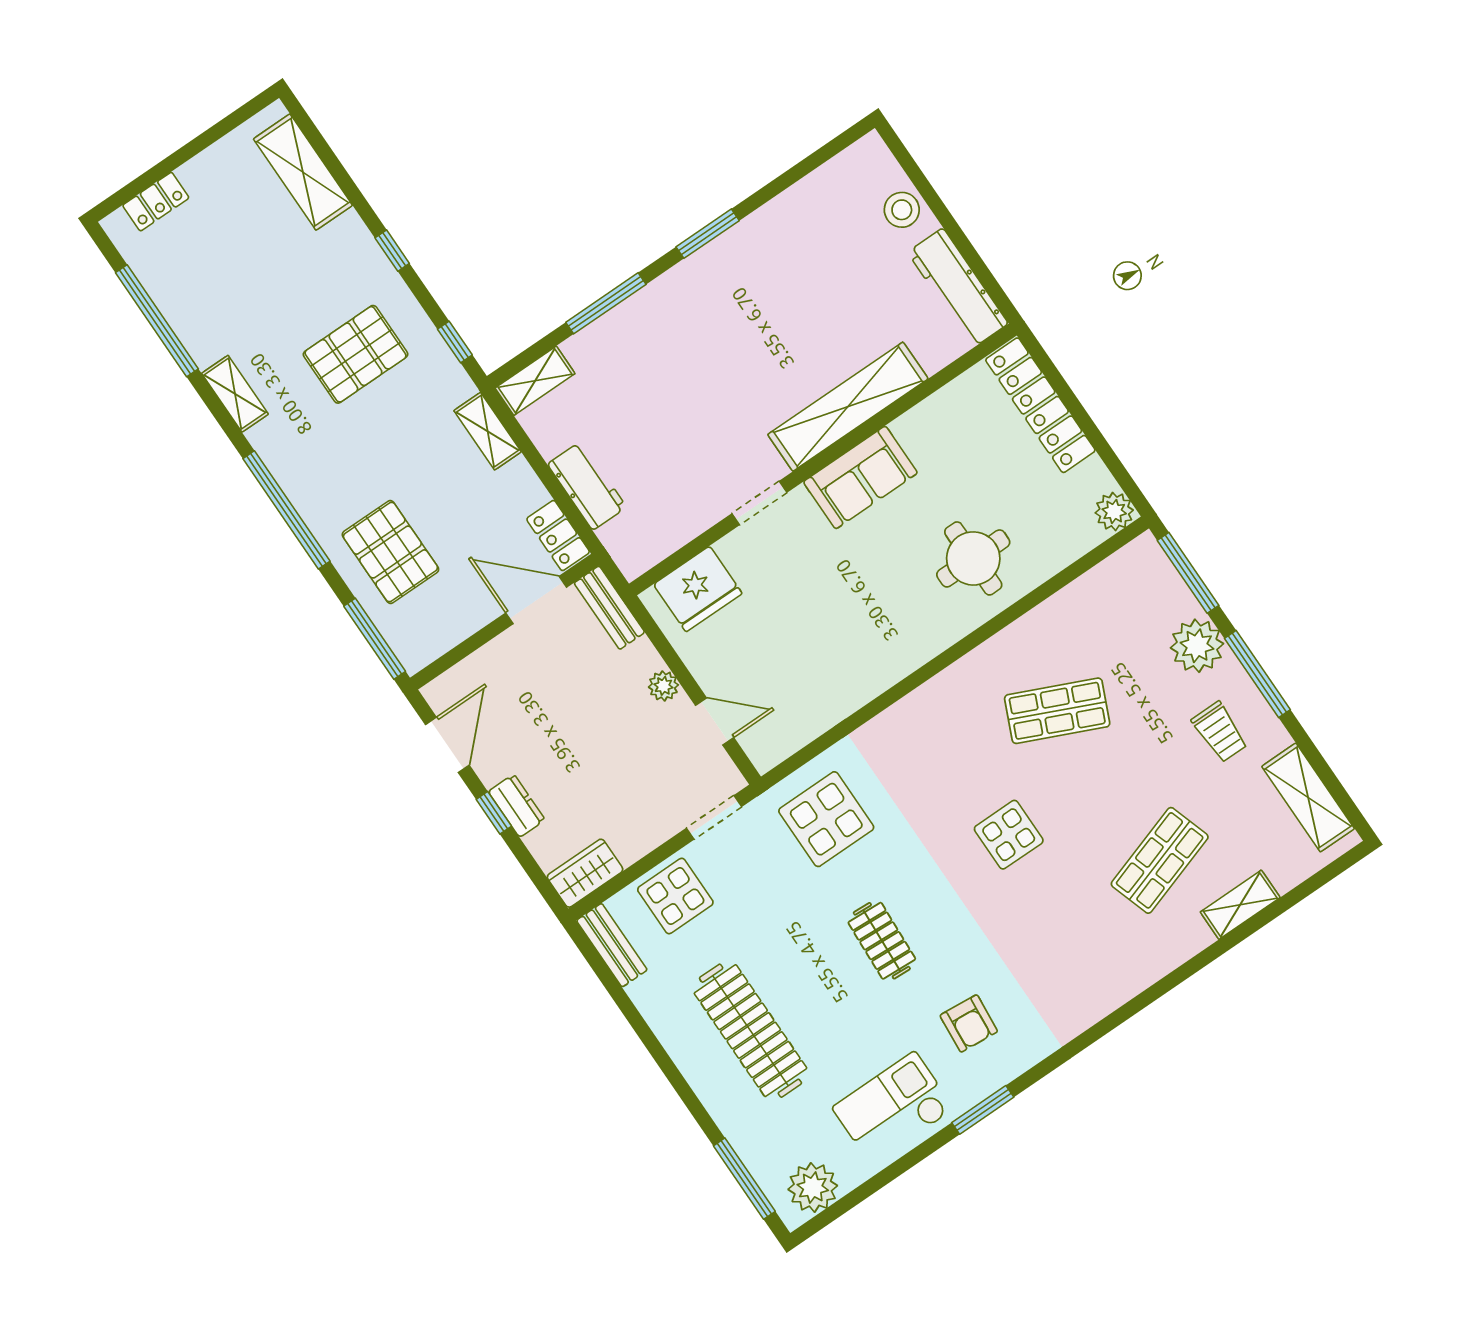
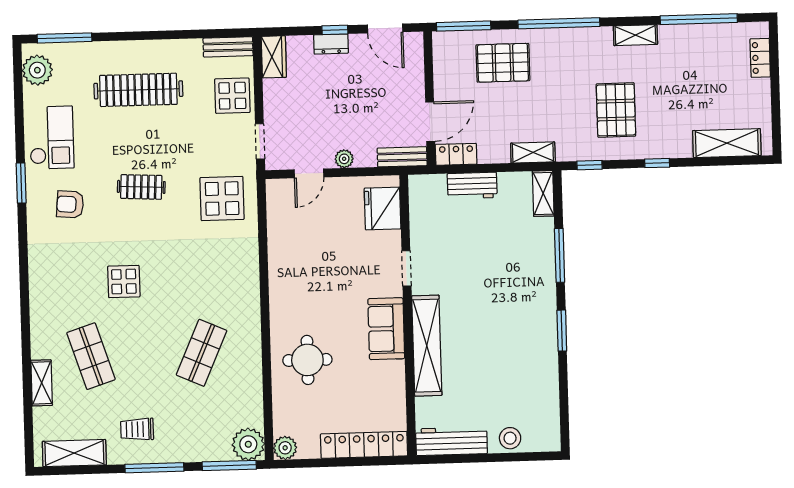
plant: (1197, 646) -> (248, 444), moved
display table: (1009, 835) -> (124, 281), moved

